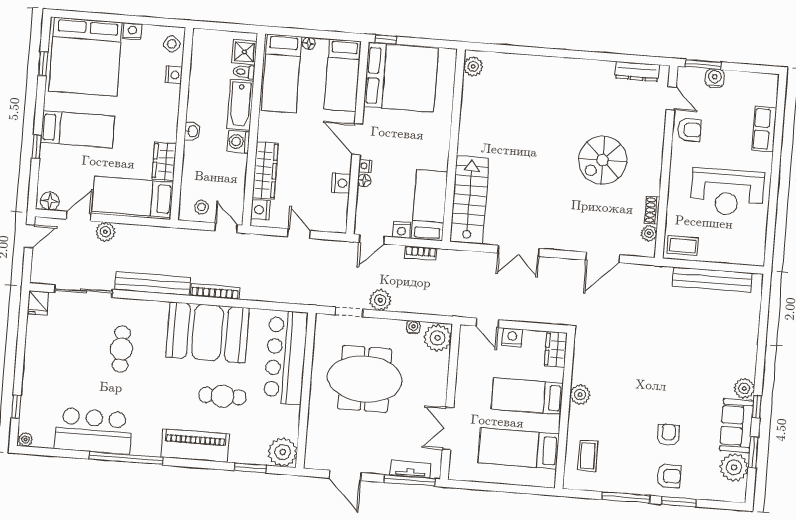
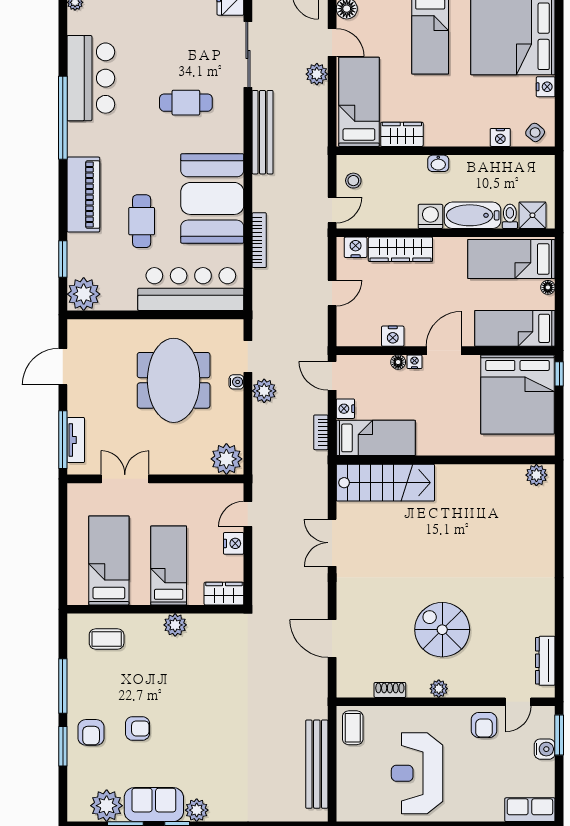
row of seats: (764, 129) -> (530, 810), moved
plant: (649, 233) -> (439, 689), moved
bookcase: (215, 291) -> (259, 240), moved
water cooler: (413, 327) -> (236, 382), moved

